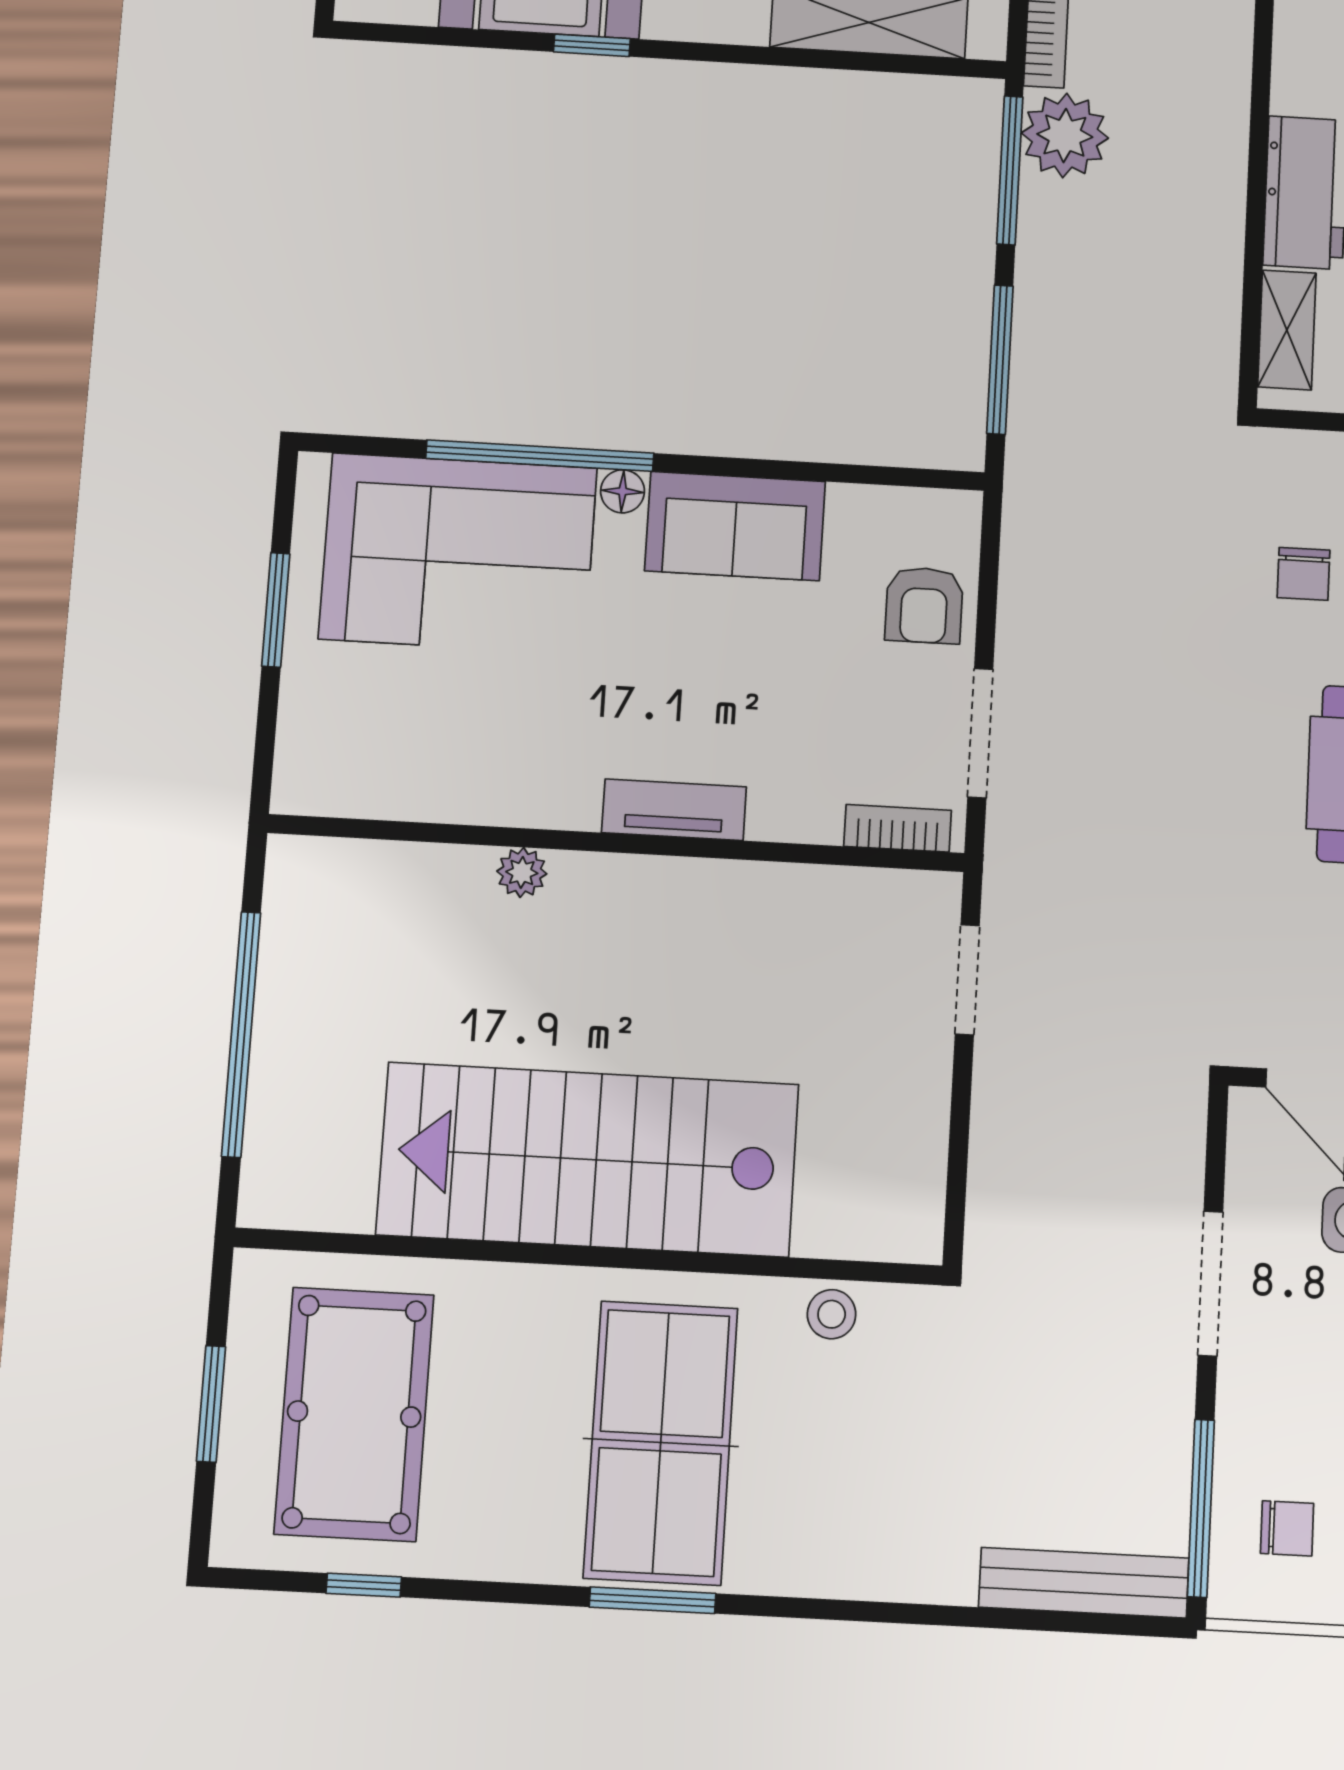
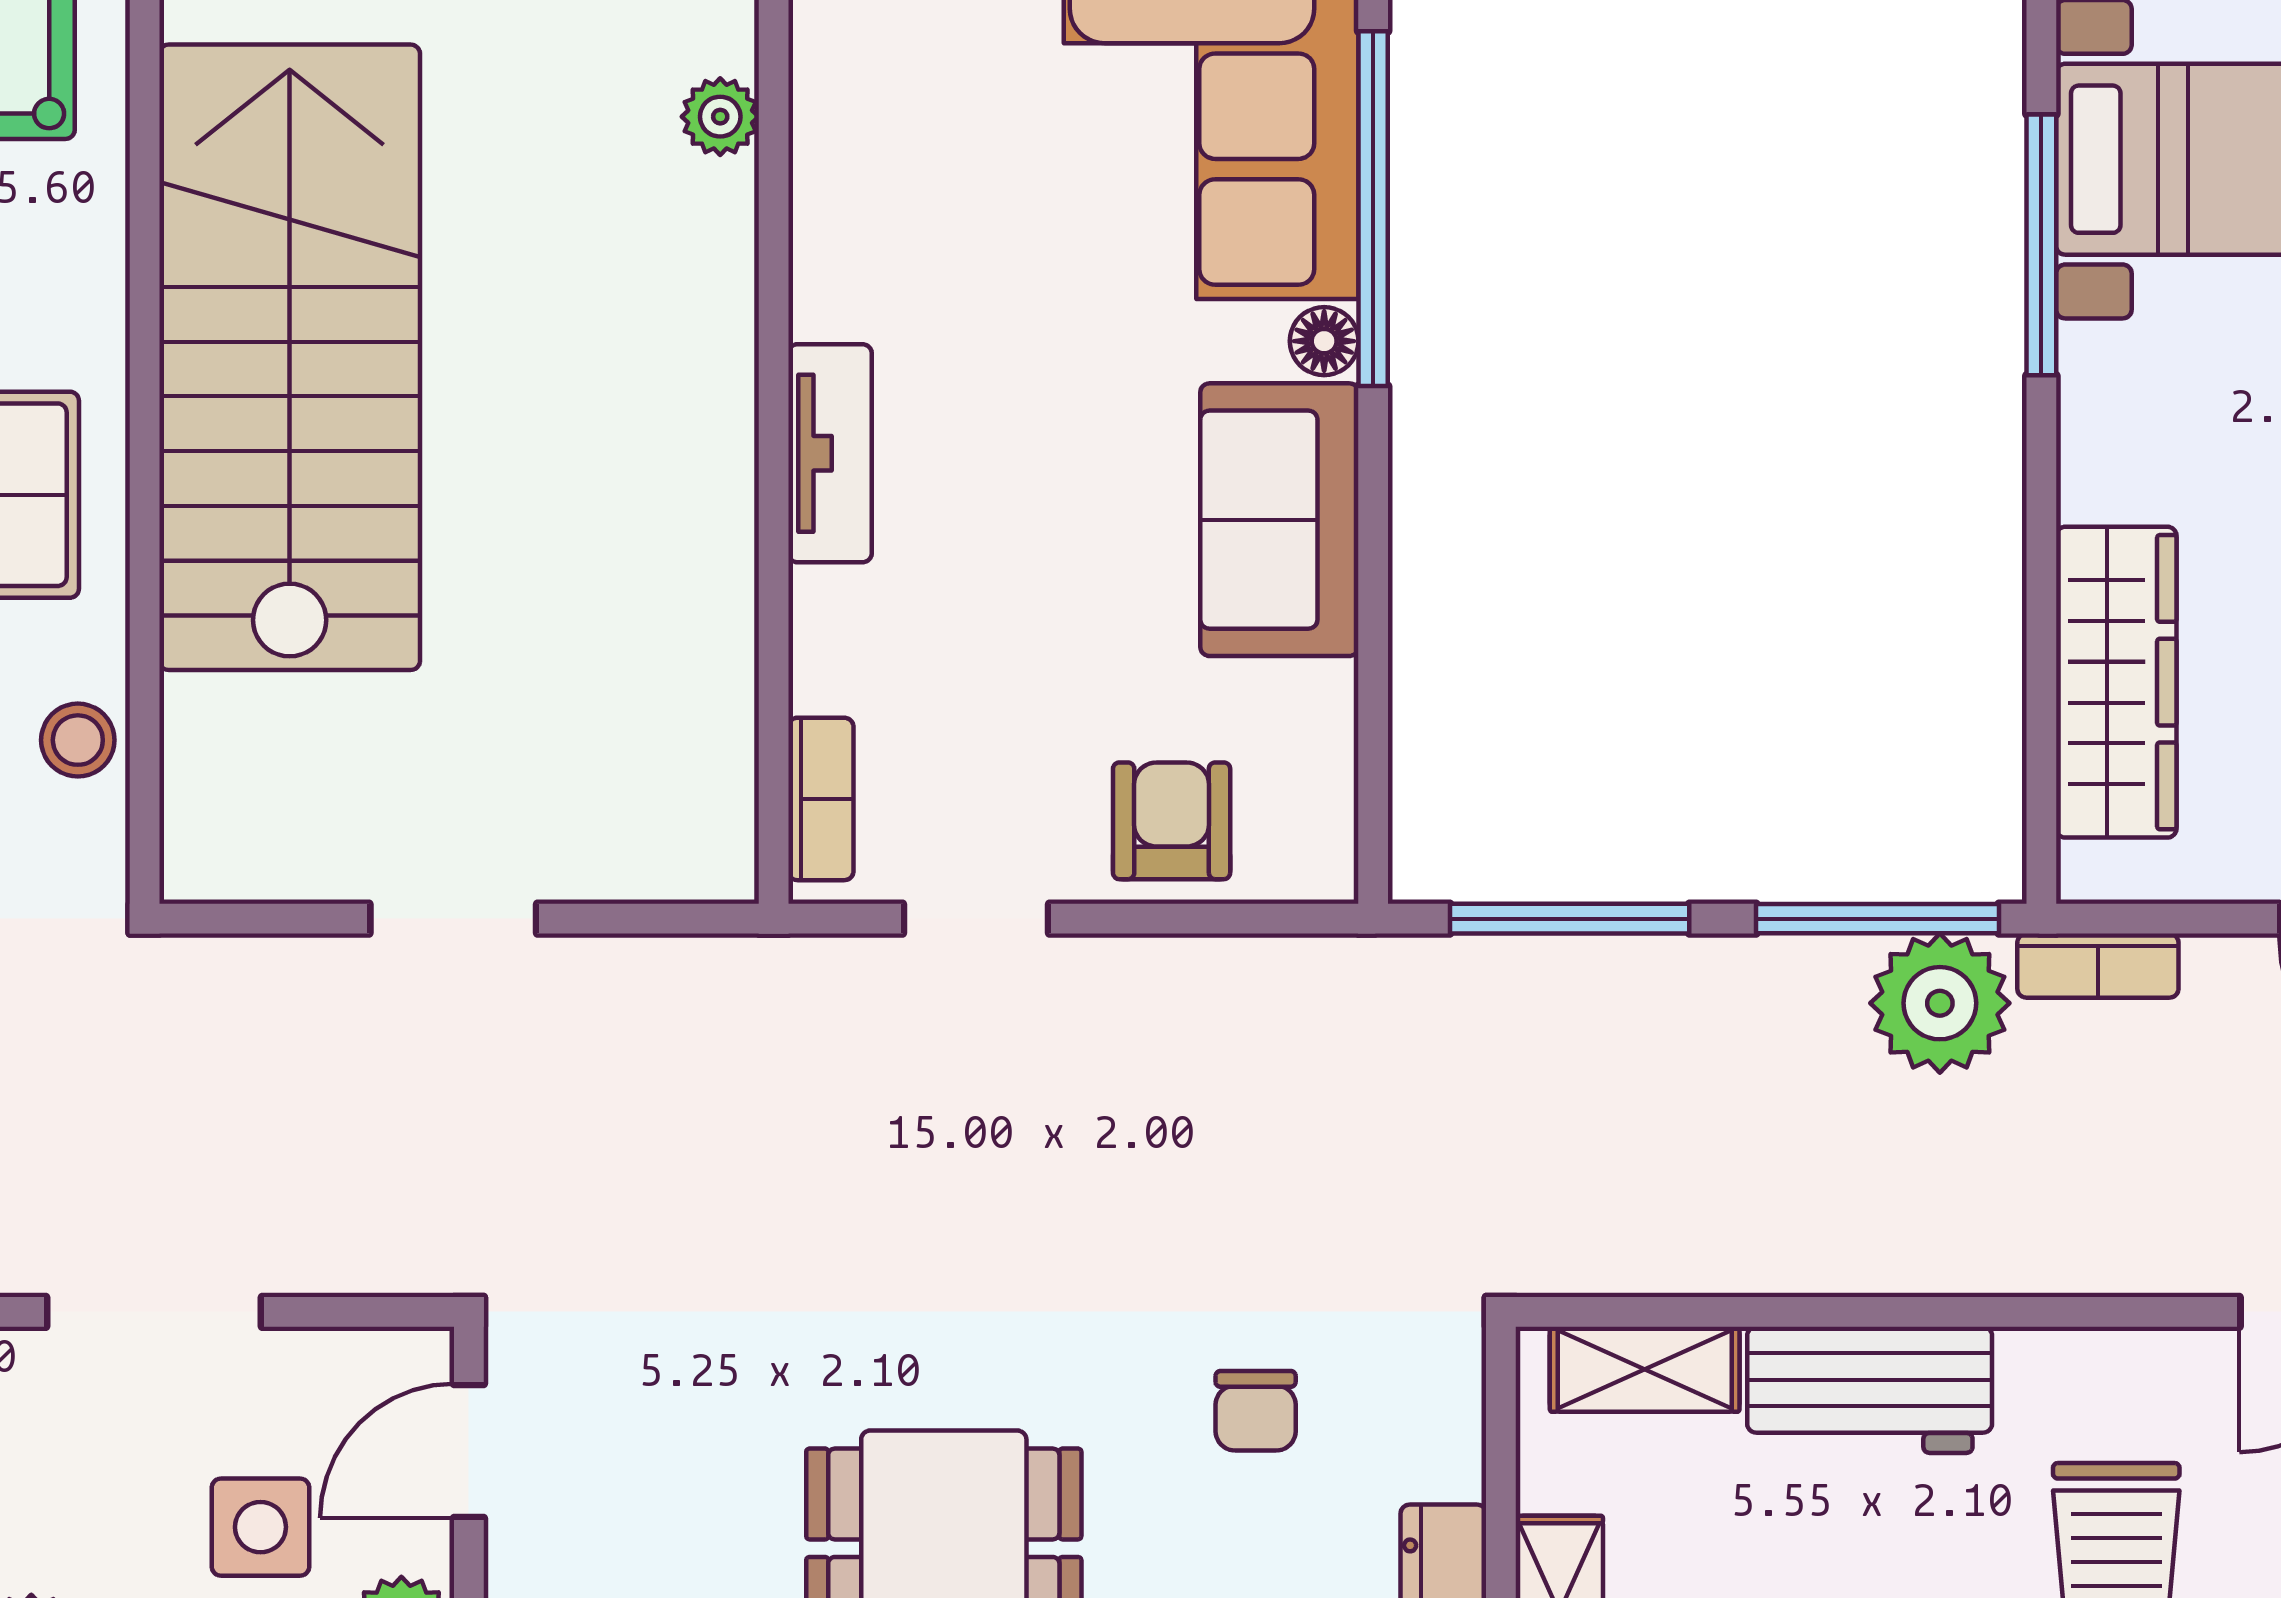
window: (592, 45) -> (2041, 245), width x2.17
chair: (1304, 574) -> (1256, 1411), turned -90
armchair: (924, 605) -> (1172, 821), turned 90
doorway: (980, 733) -> (976, 919), width x0.73
plant: (522, 872) -> (720, 117), moved
doorway: (967, 980) -> (453, 919), moved

